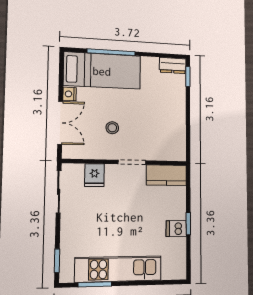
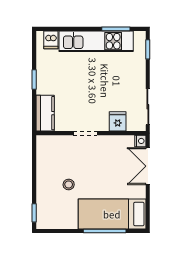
dresser: (173, 65) -> (48, 222), removed
nightstand: (70, 94) -> (140, 141), moved
stool: (112, 128) -> (69, 184), moved
kitchen counter: (166, 175) -> (45, 113), moved, turned 90
dishwasher: (176, 229) -> (51, 40), moved, turned 90

